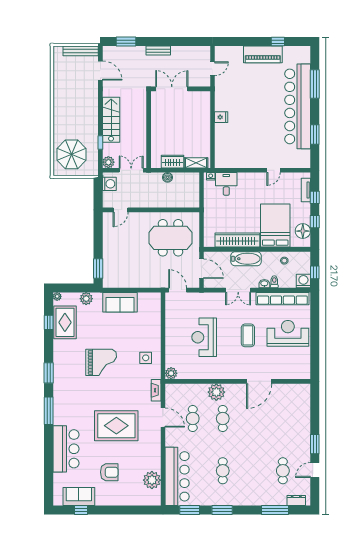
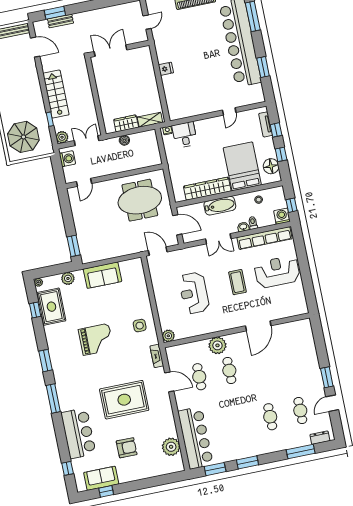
bench: (158, 51) -> (60, 21), moved
cafe table: (223, 471) -> (270, 417), moved
window: (49, 480) -> (68, 468), added

